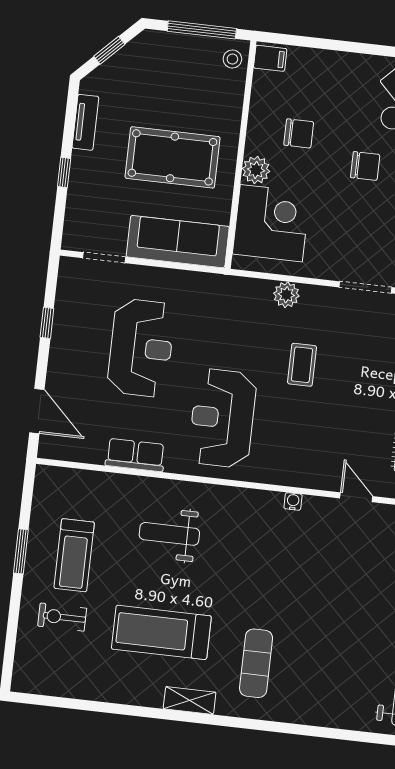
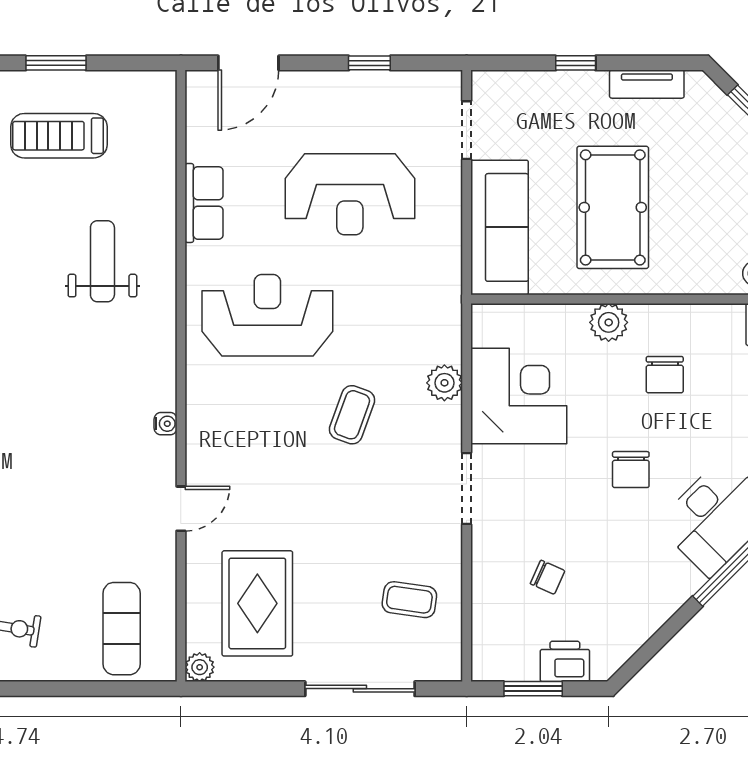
corner desk: (271, 223) -> (519, 396), moved, turned -90
coffee table: (302, 365) -> (352, 415), turned -70

